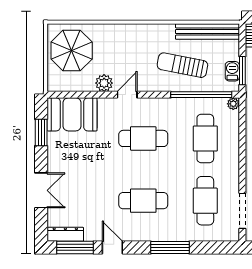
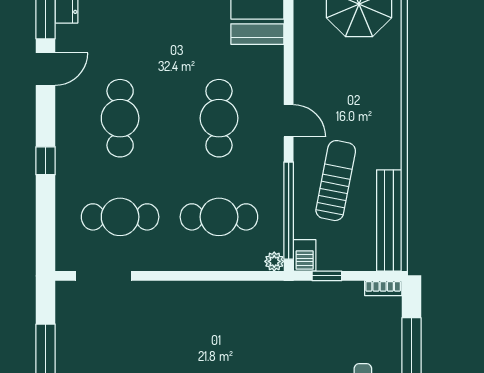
barbecue: (232, 71) -> (305, 255), moved, turned 90
window: (242, 71) -> (327, 276), width x0.67
plant: (104, 83) -> (307, 56), removed
door: (127, 95) -> (289, 121), moved
window: (170, 247) -> (46, 161), width x0.46

